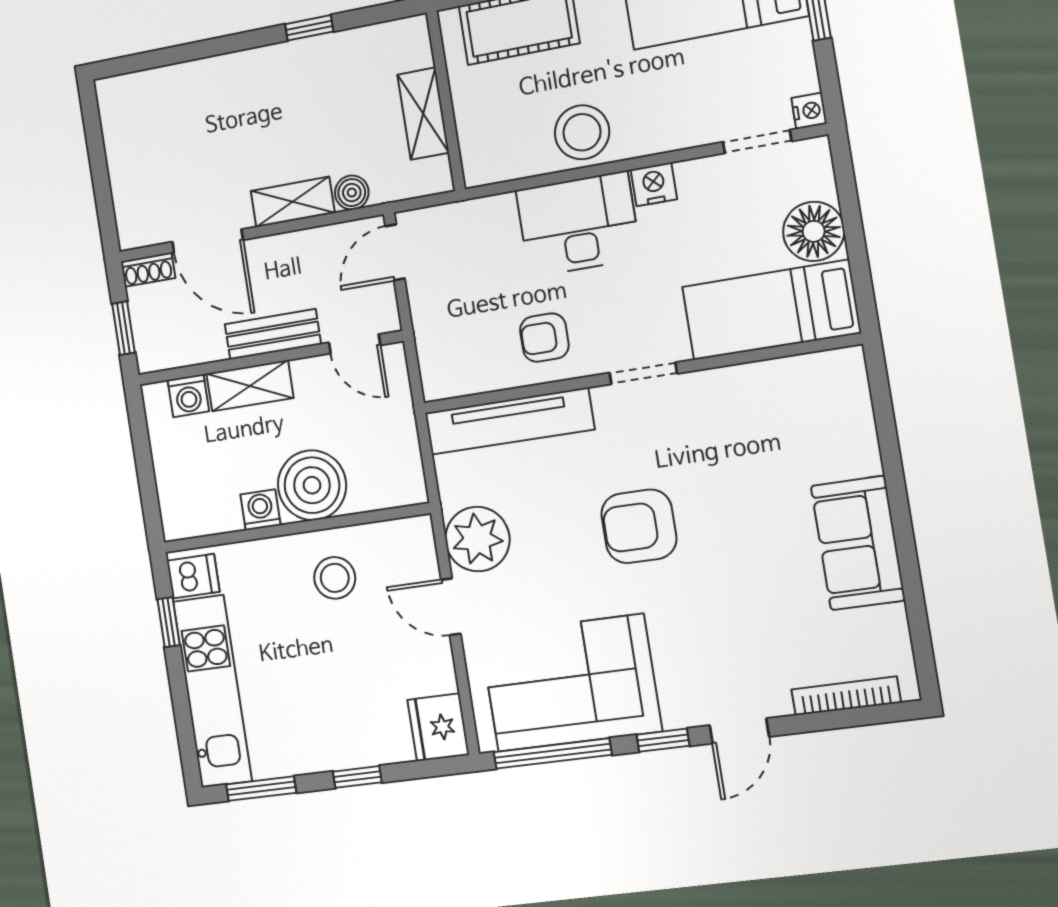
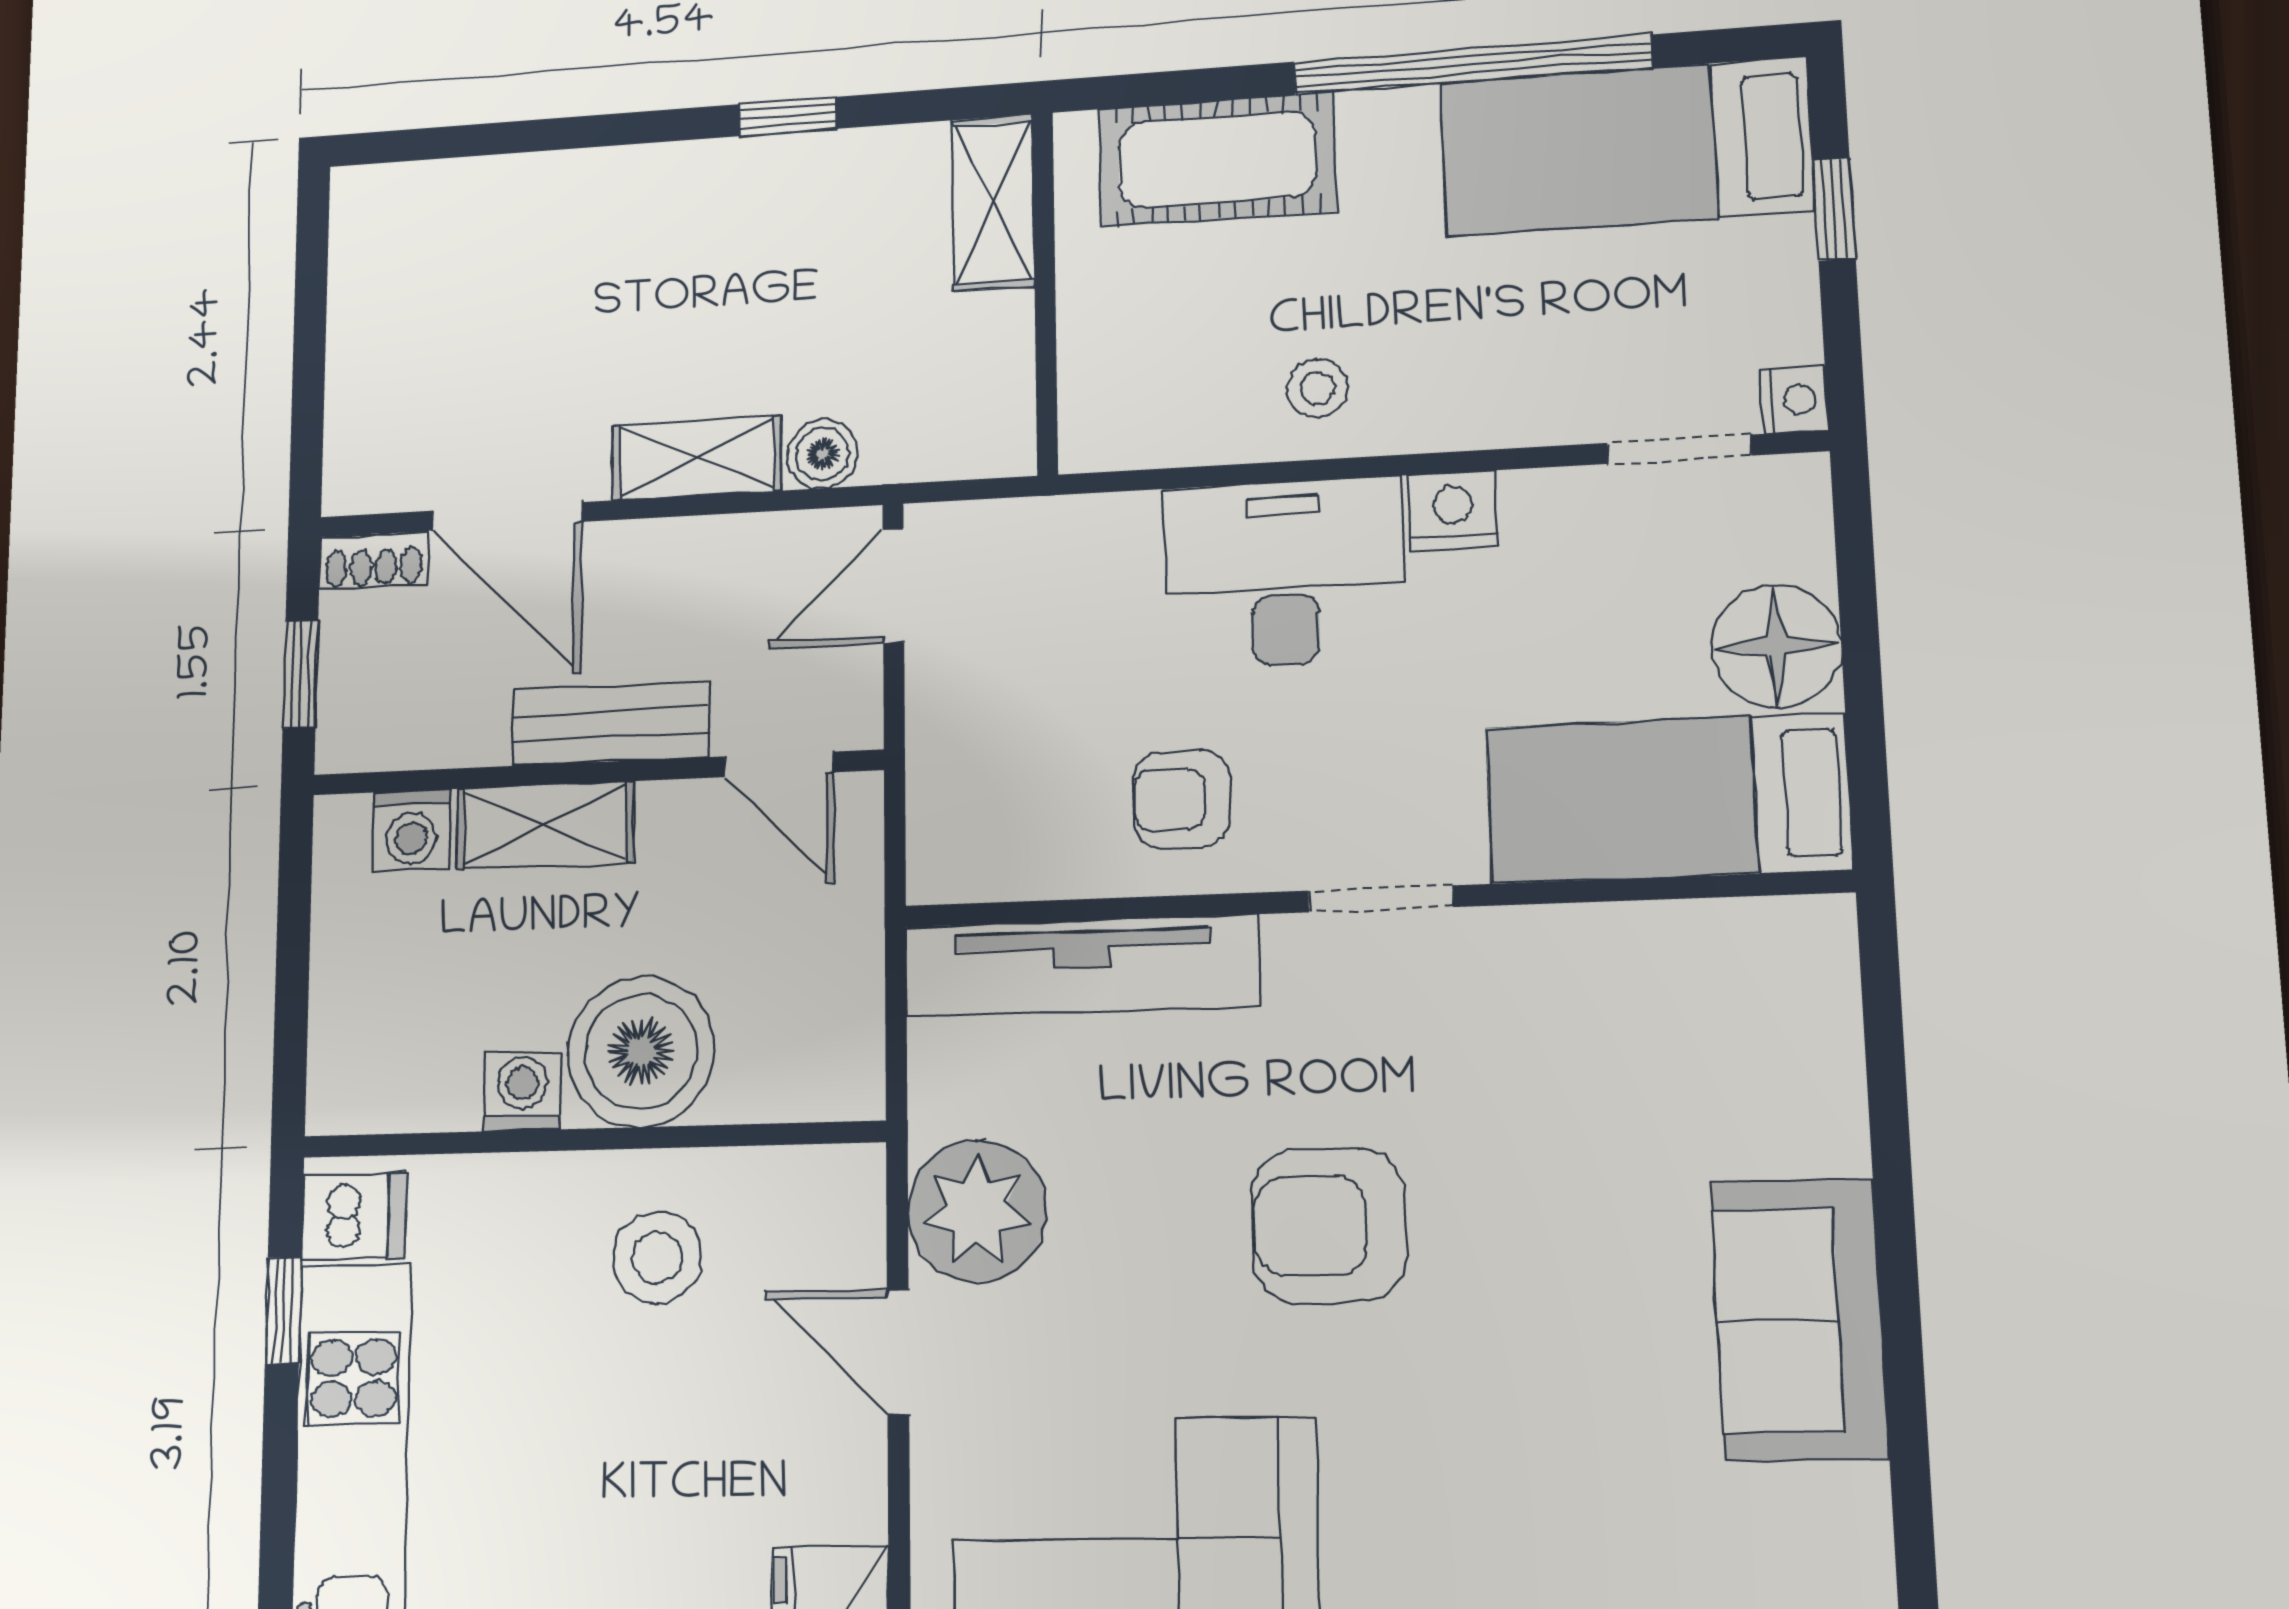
shelving: (423, 114) -> (993, 202), moved
stool: (582, 132) -> (1317, 388), width x0.53, depth x0.53

